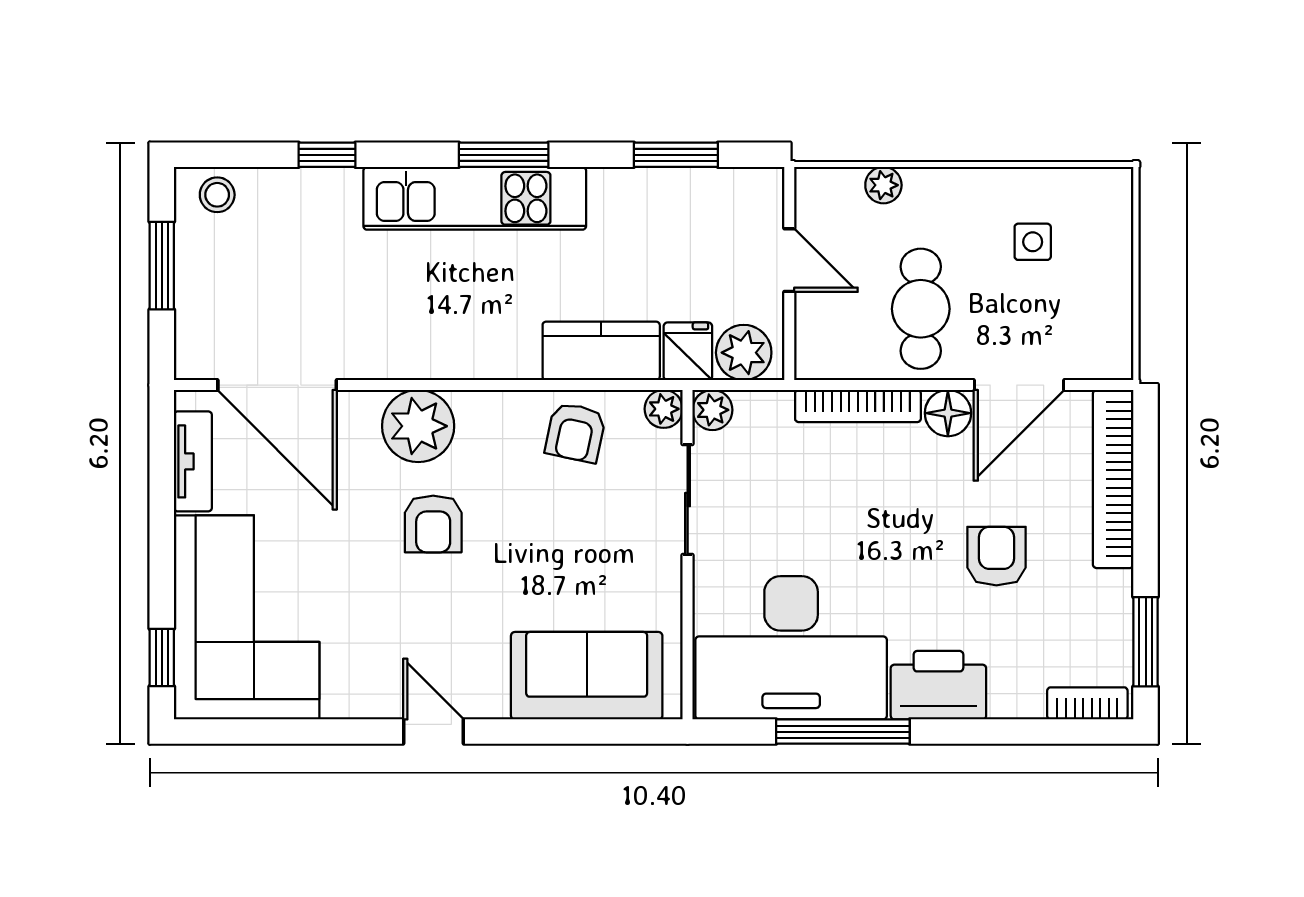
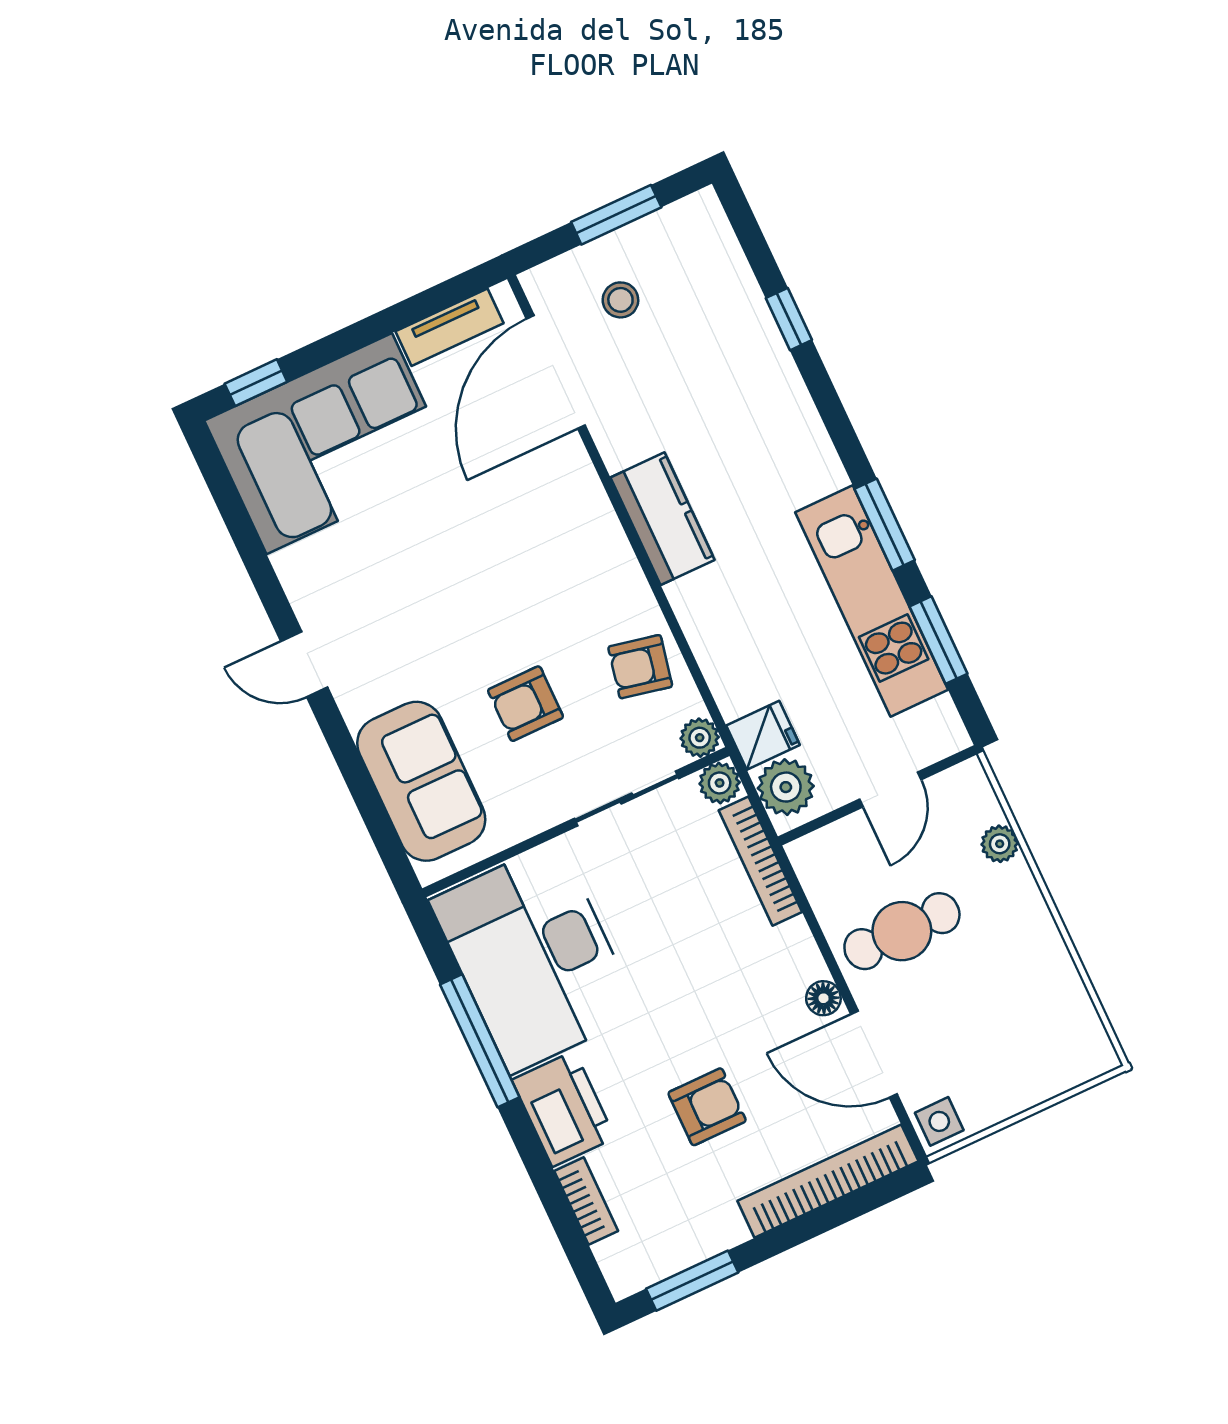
window: (504, 155) -> (885, 525), moved
stool: (217, 195) -> (620, 300), moved
kitchen unit: (475, 198) -> (872, 601), moved
side table: (1033, 242) -> (939, 1121), moved
kitchen counter: (601, 351) -> (662, 519), moved
bookcase: (858, 406) -> (760, 861), moved
floor lamp: (948, 413) -> (823, 998), width x0.73, depth x0.73
plant: (418, 426) -> (579, 519), removed
armchair: (433, 524) -> (526, 704), moved
bookcase: (1087, 703) -> (586, 1201), moved
door: (433, 732) -> (304, 664), swing flipped

